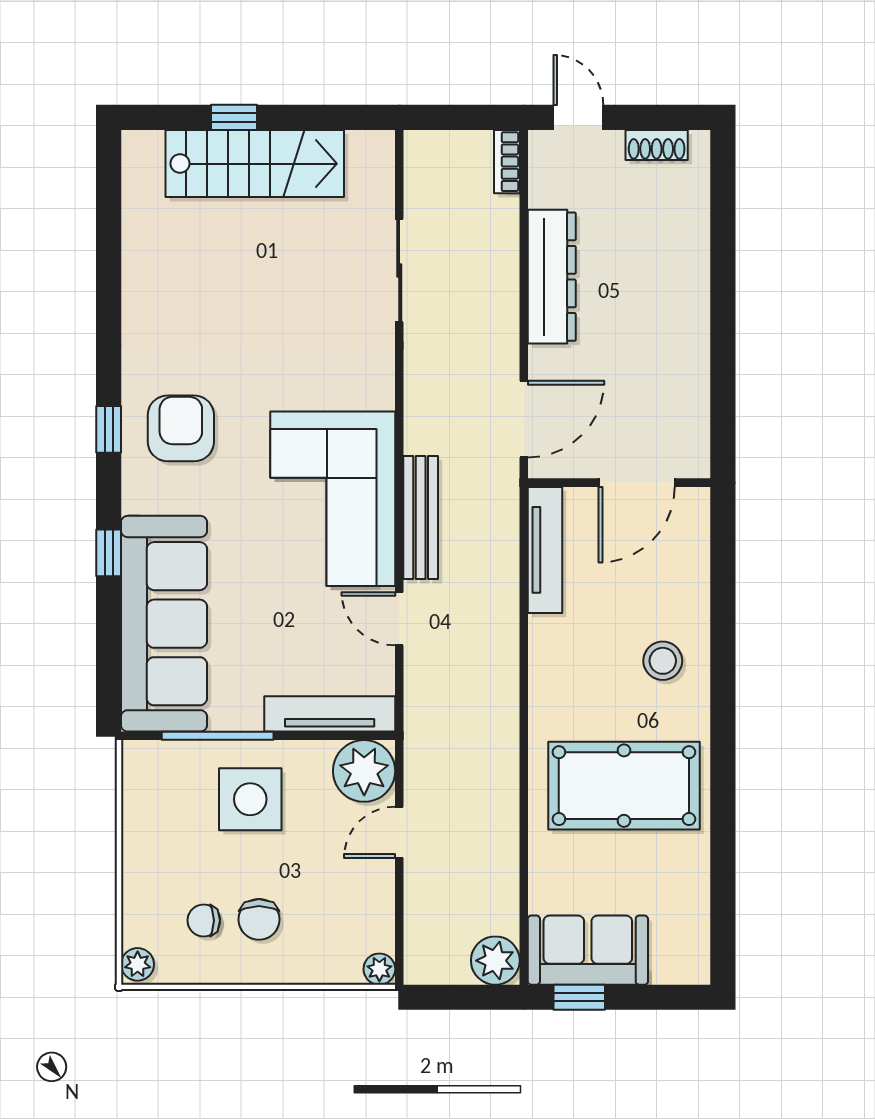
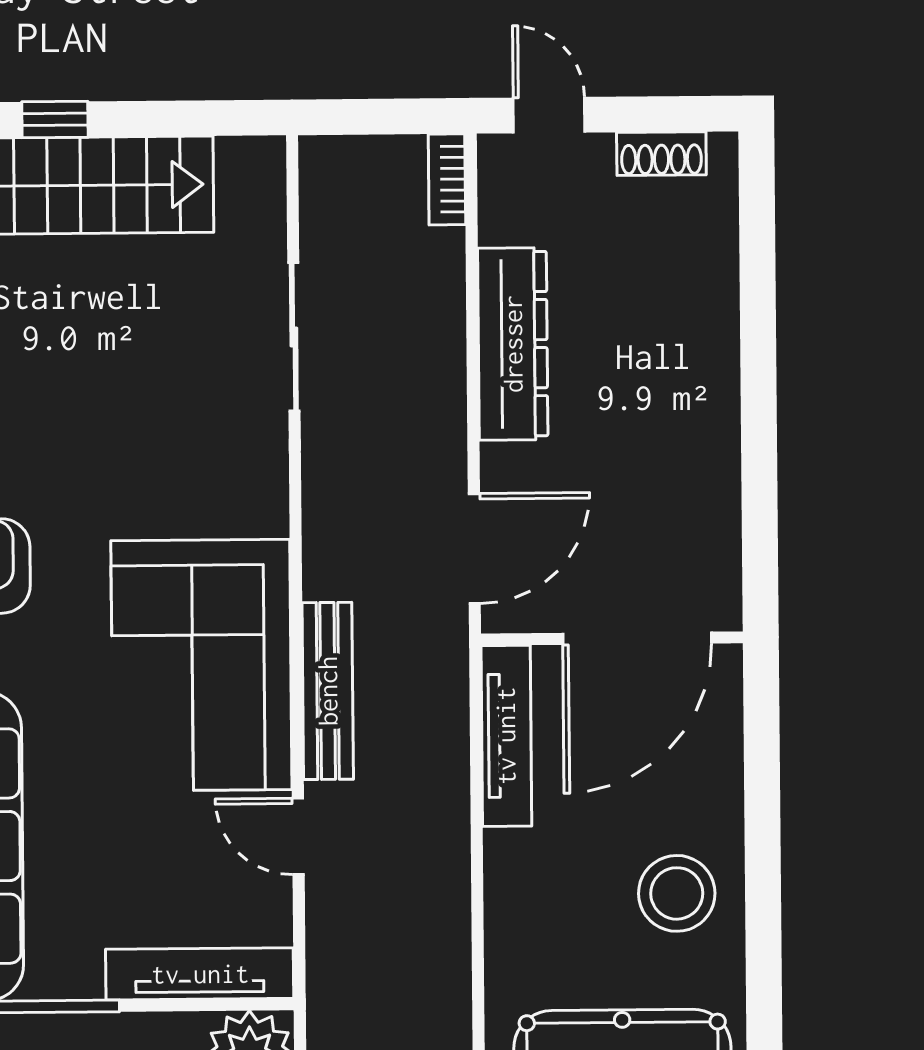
door: (637, 483) -> (637, 638), width x1.36
stool: (663, 661) -> (677, 893), width x1.38, depth x1.38

